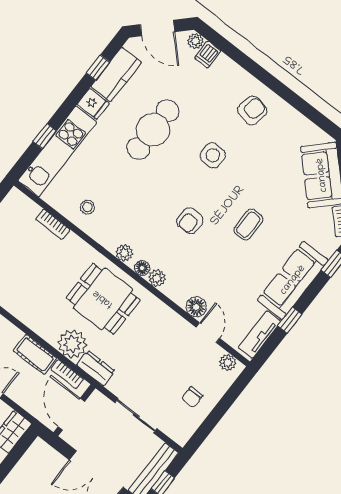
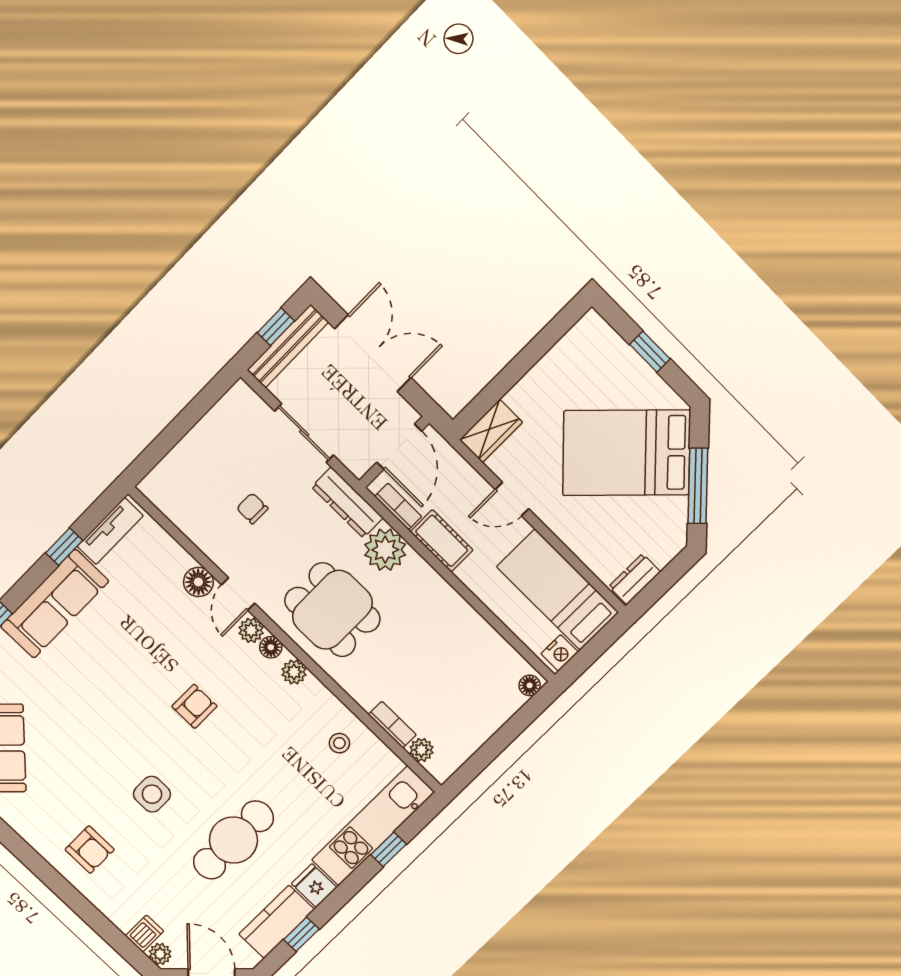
armchair: (252, 110) -> (90, 850), turned -102
coffee table: (248, 225) -> (111, 691), removed
door: (208, 333) -> (238, 594), moved
plant: (228, 362) -> (421, 750), moved
dresser: (96, 368) -> (347, 502), width x1.44
chair: (192, 397) -> (252, 508), moved, turned -90

